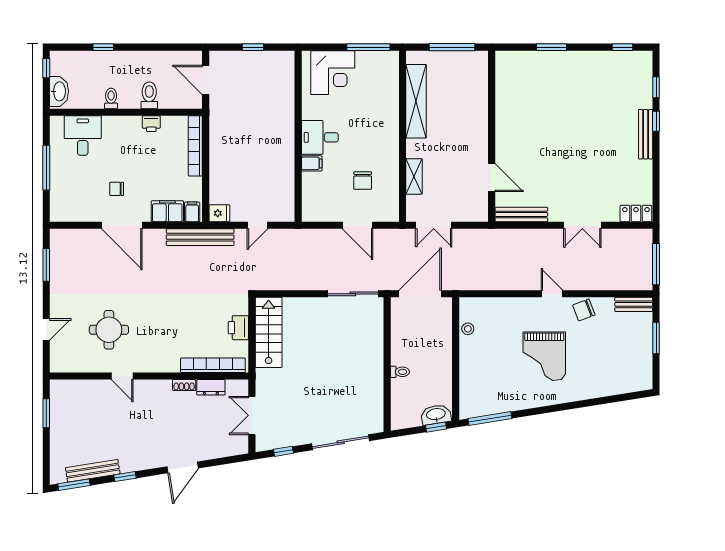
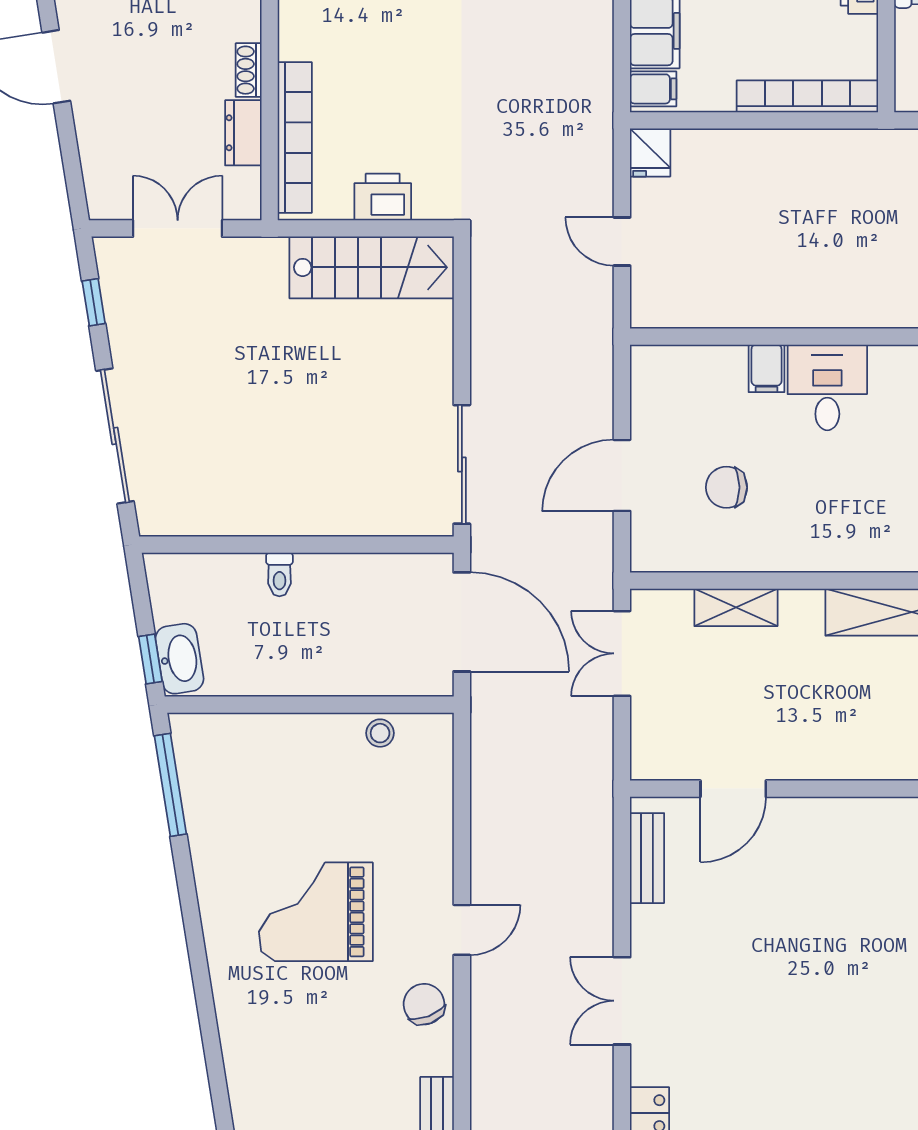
bench: (521, 215) -> (647, 858), width x0.73
bench: (200, 237) -> (594, 108), removed

